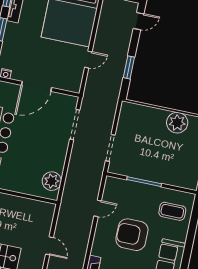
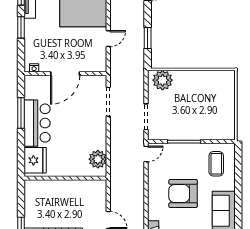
plant: (177, 123) -> (163, 80), moved
door: (98, 208) -> (146, 154), moved
coffee table: (172, 211) -> (216, 164), turned 90

